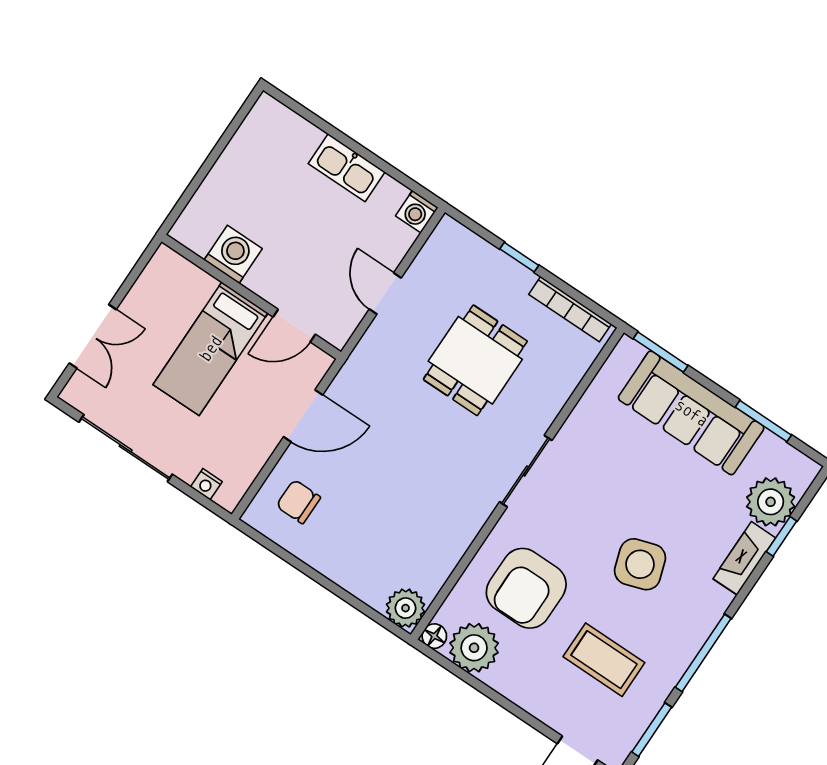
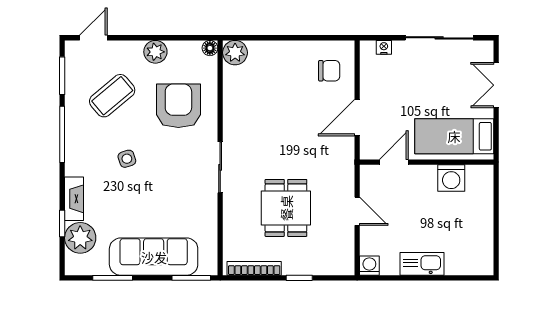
bed: (211, 349) -> (454, 136), moved, turned -90
side table: (640, 564) -> (127, 159), width x0.54, depth x0.54
plant: (474, 648) -> (155, 52), moved, width x0.73, depth x0.73
coffee table: (604, 660) -> (112, 96), turned -40

